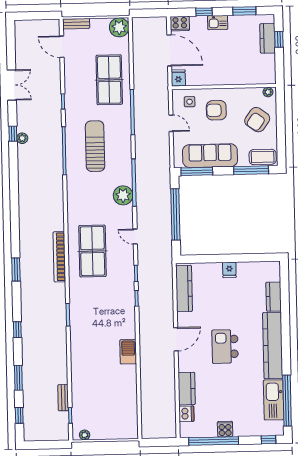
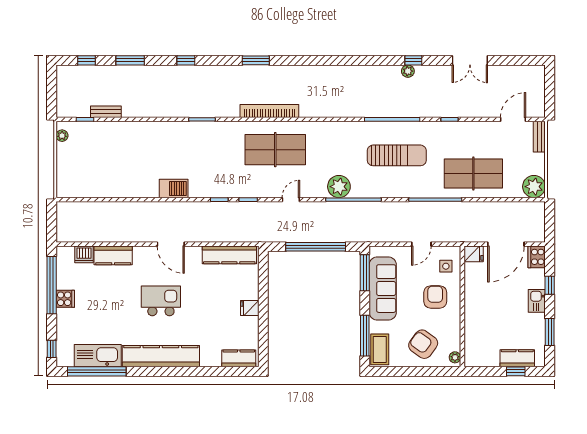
kitchen counter: (274, 297) -> (239, 358), moved
barbecue: (128, 352) -> (174, 188), moved

